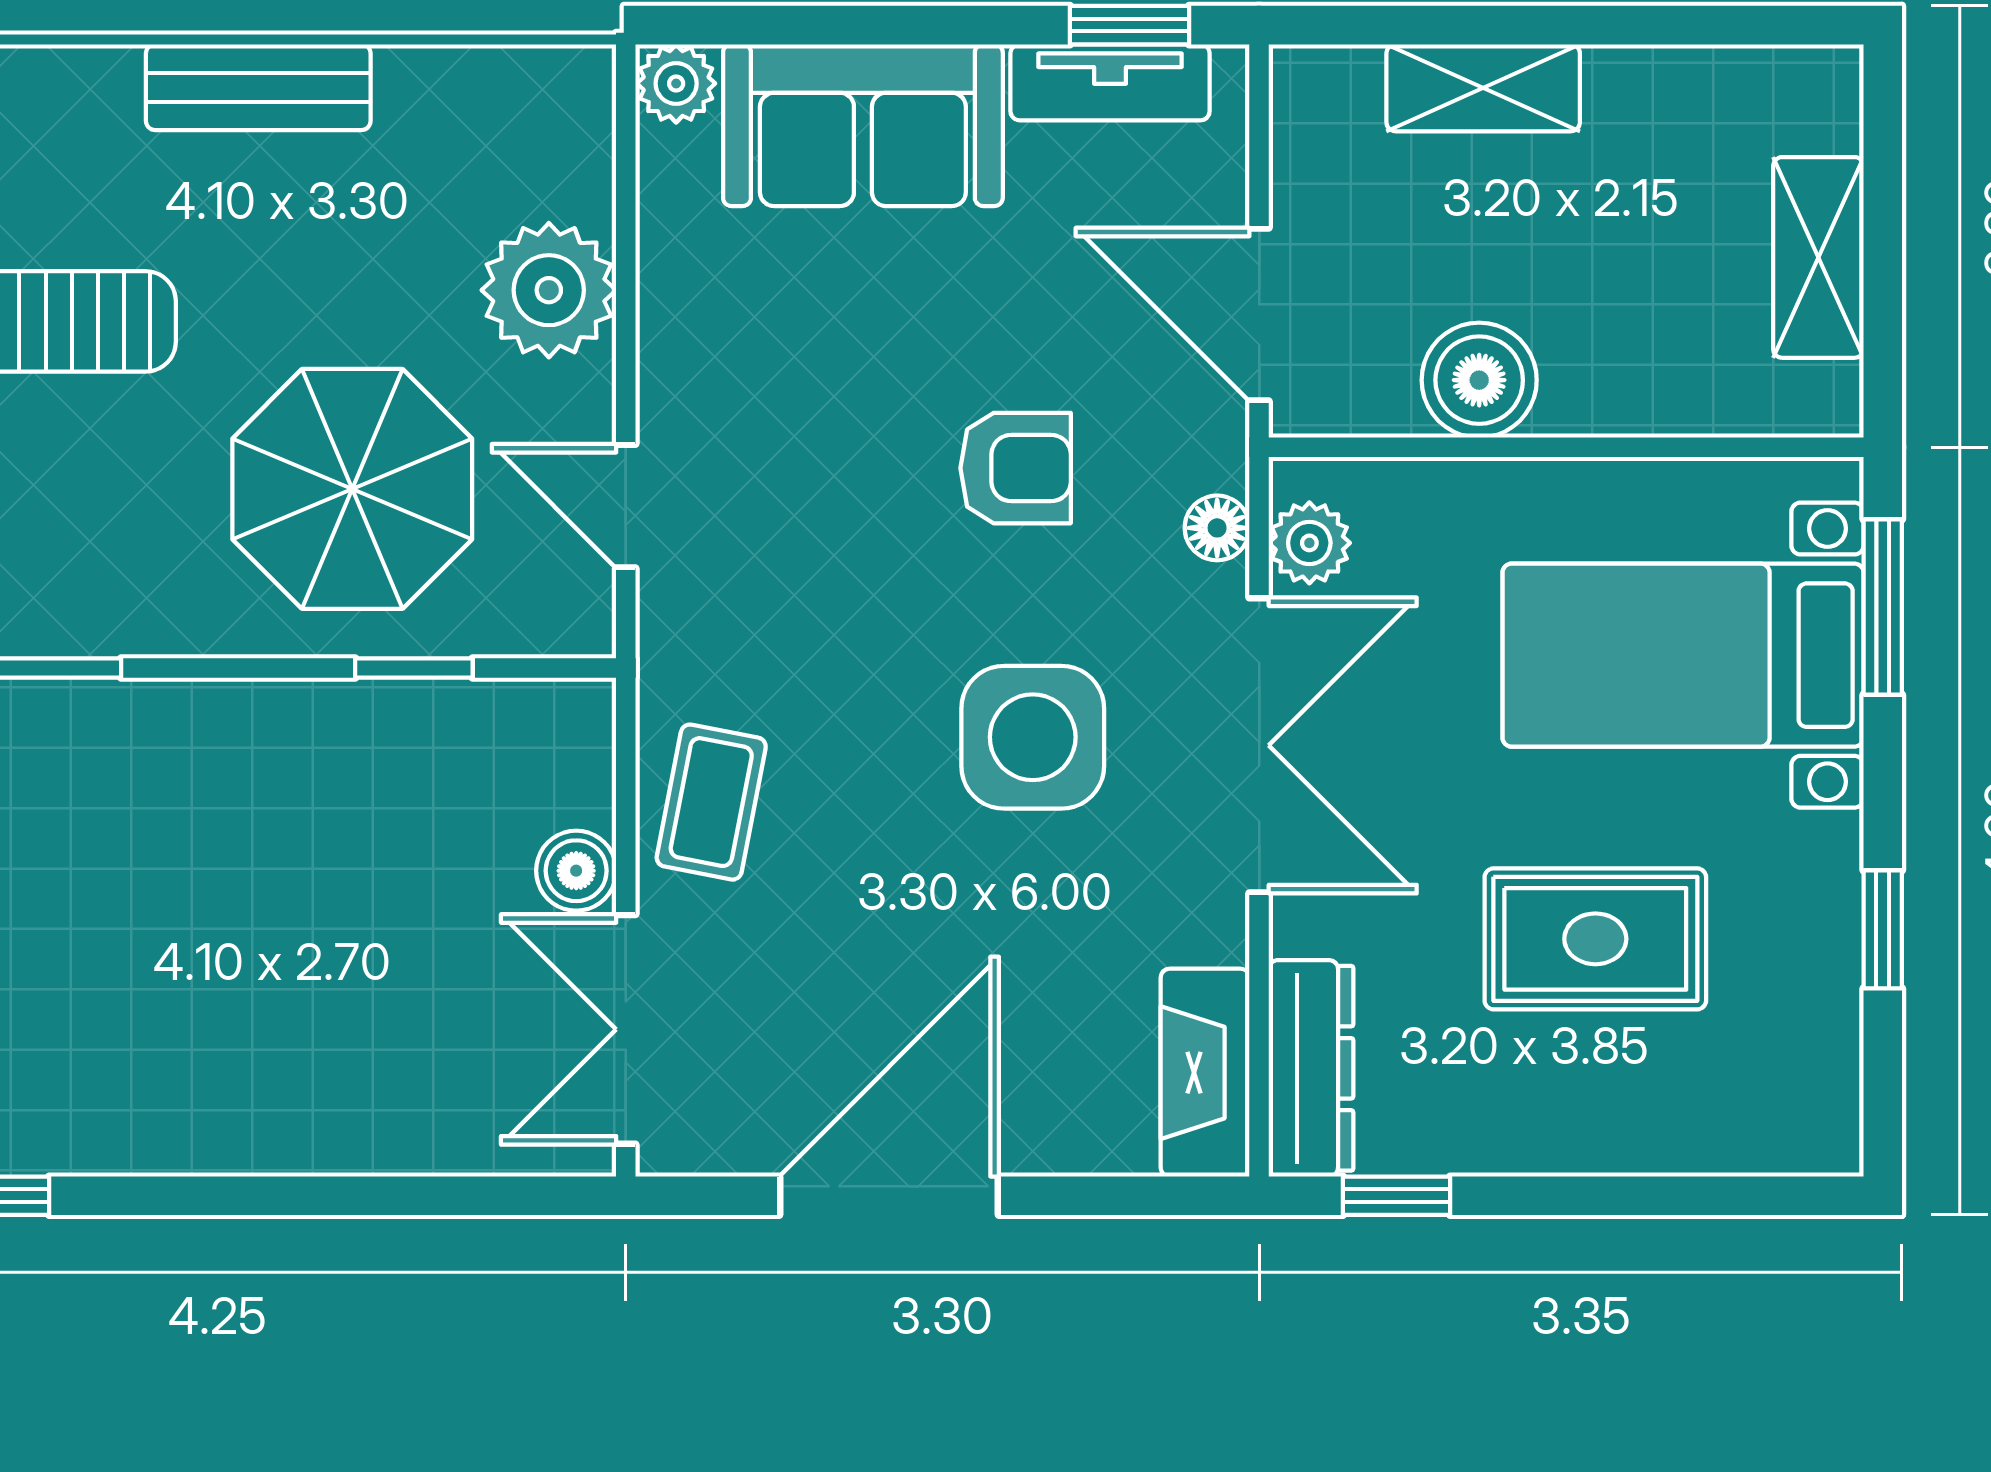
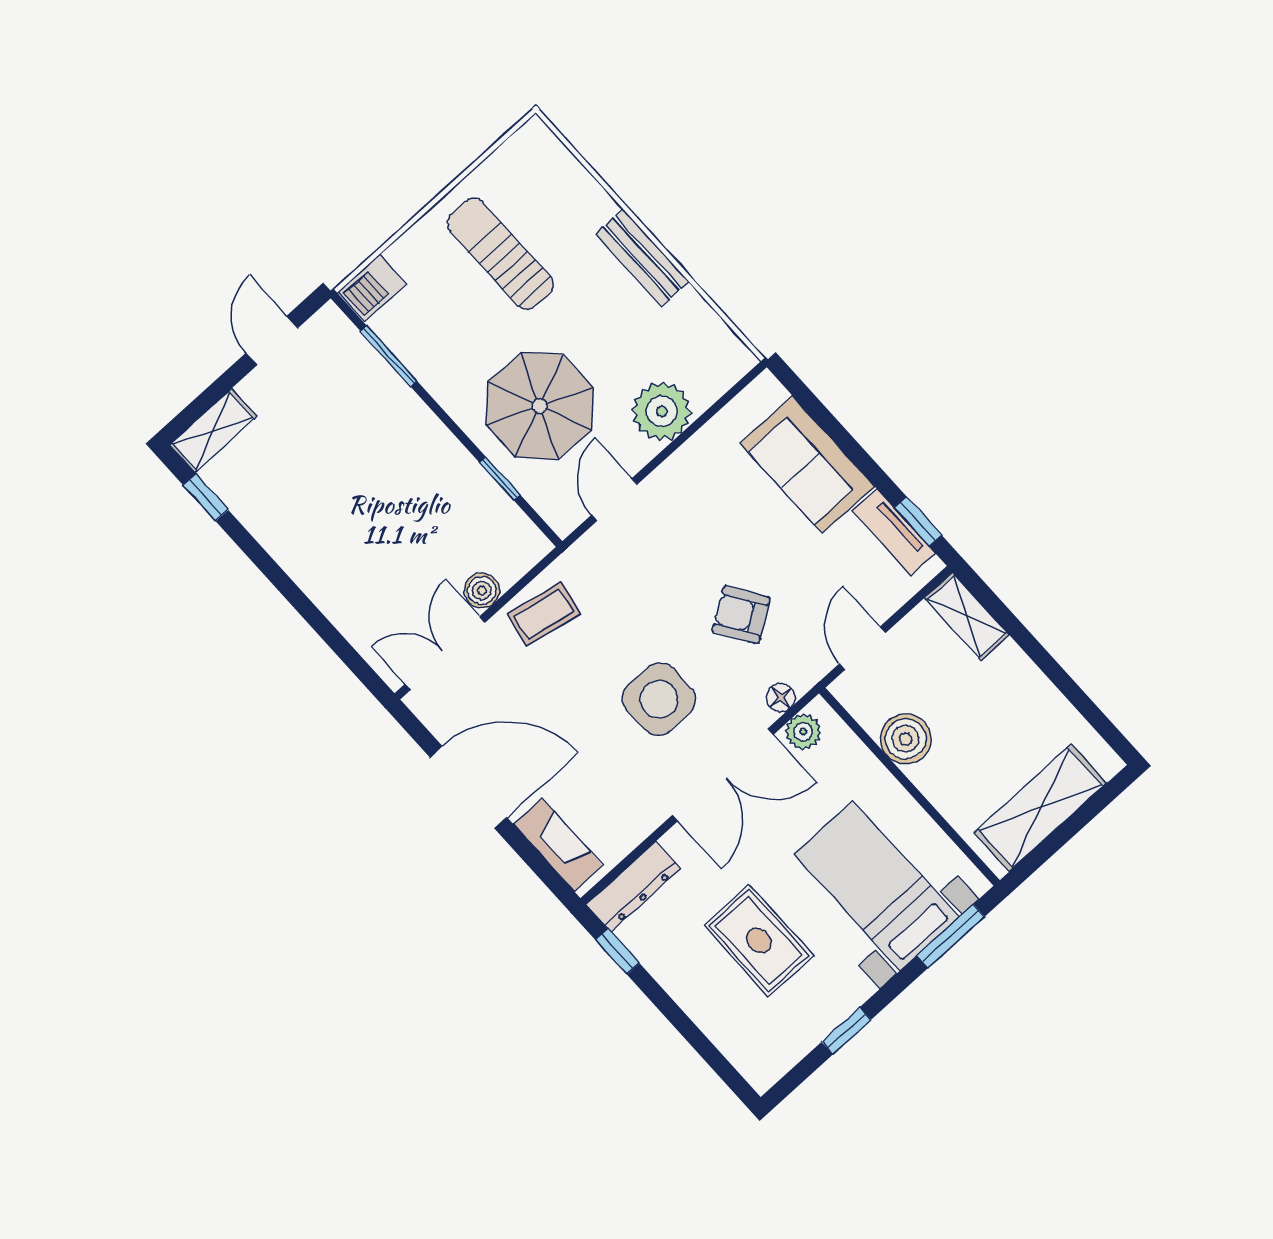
plant: (676, 83) -> (766, 392), removed
shelving: (1483, 88) -> (967, 616), moved
shelving: (1818, 257) -> (1041, 808), width x1.50, depth x1.33
door: (1259, 315) -> (862, 648), width x0.73
armchair: (1016, 468) -> (741, 615), turned 147
fireplace: (1205, 1073) -> (558, 845), moved, turned 90

